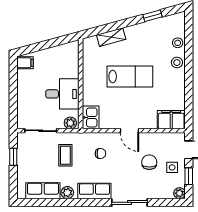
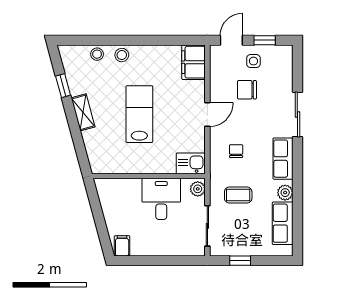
shelving: (111, 37) -> (83, 112), moved
plant: (179, 193) -> (286, 52), removed

